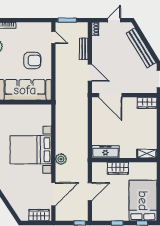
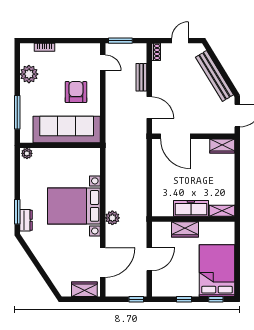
armchair: (32, 60) -> (76, 92), turned -90
freezer: (105, 152) -> (191, 208), moved

